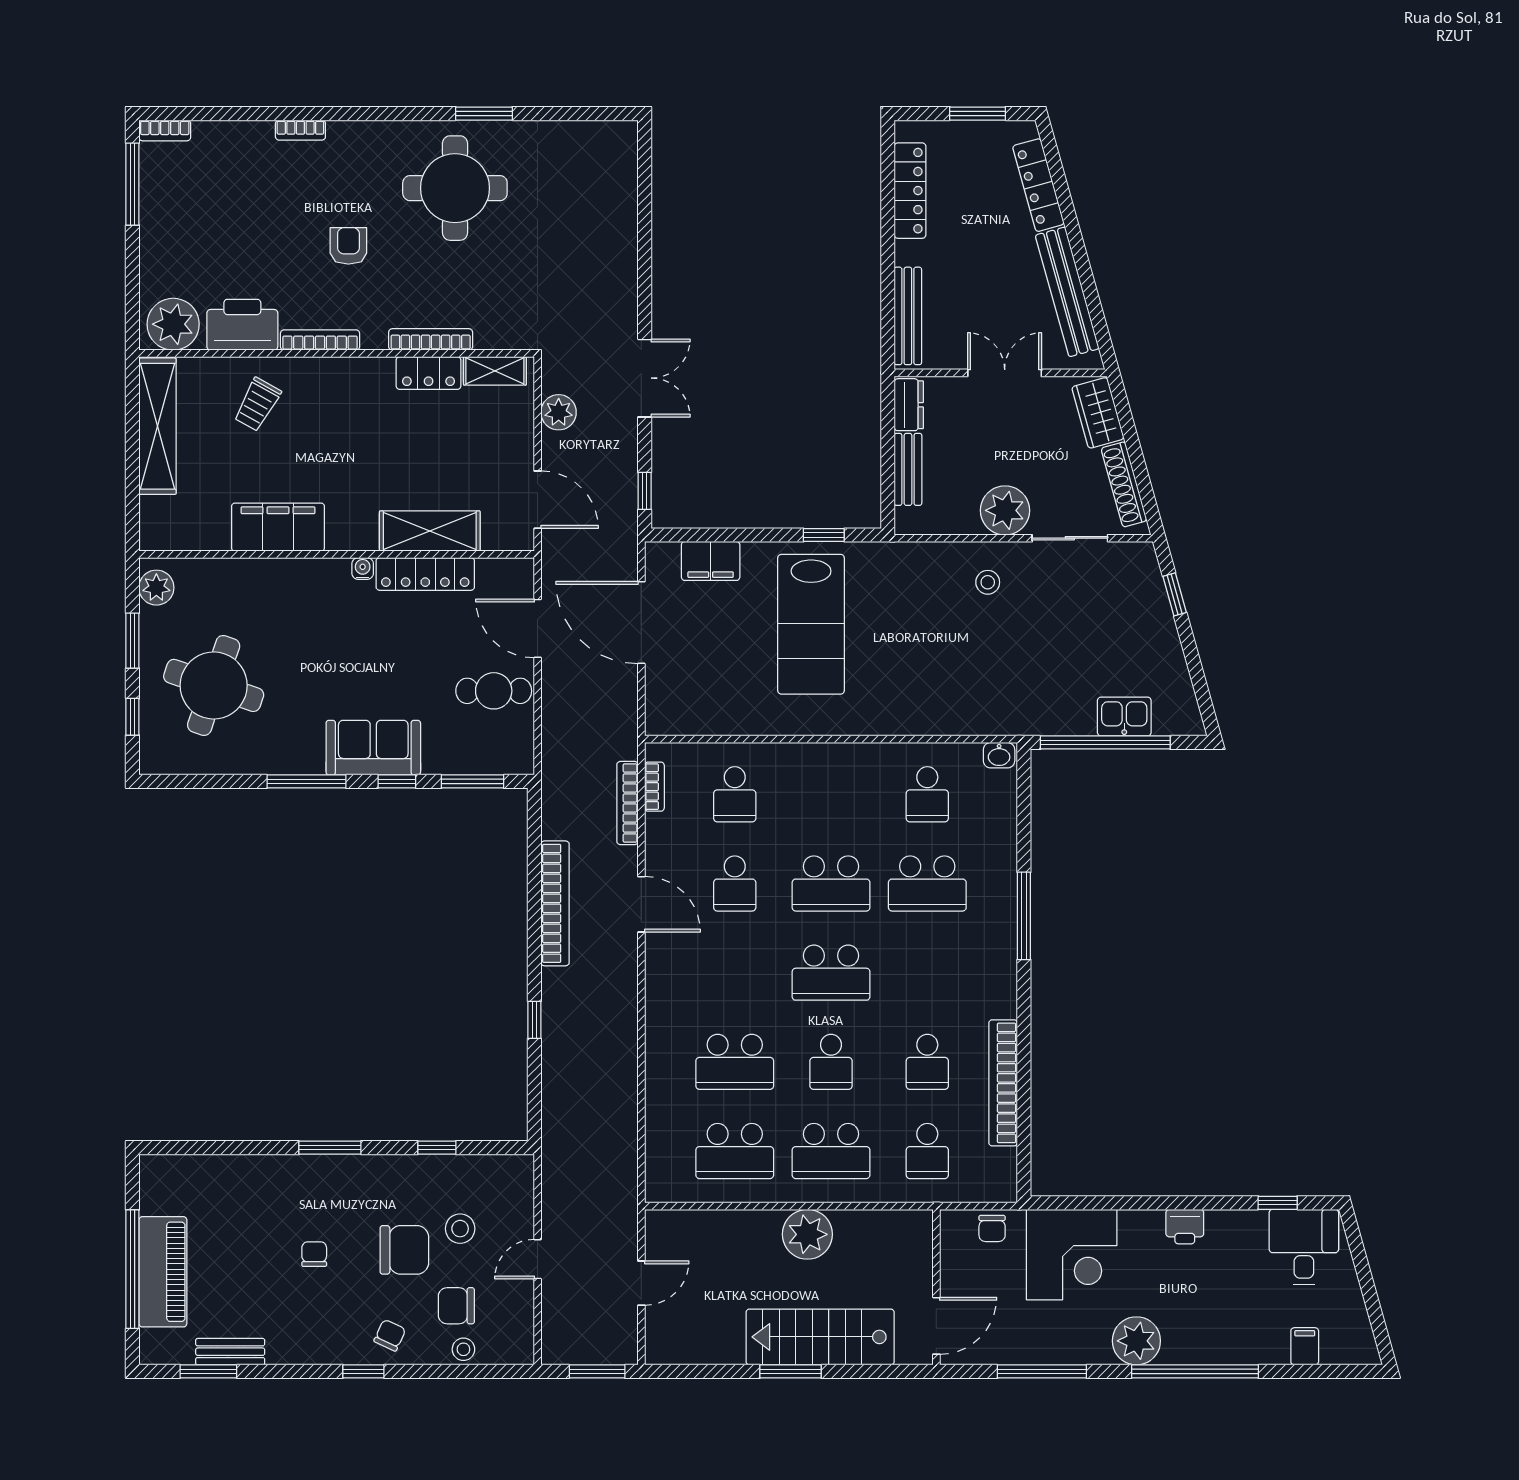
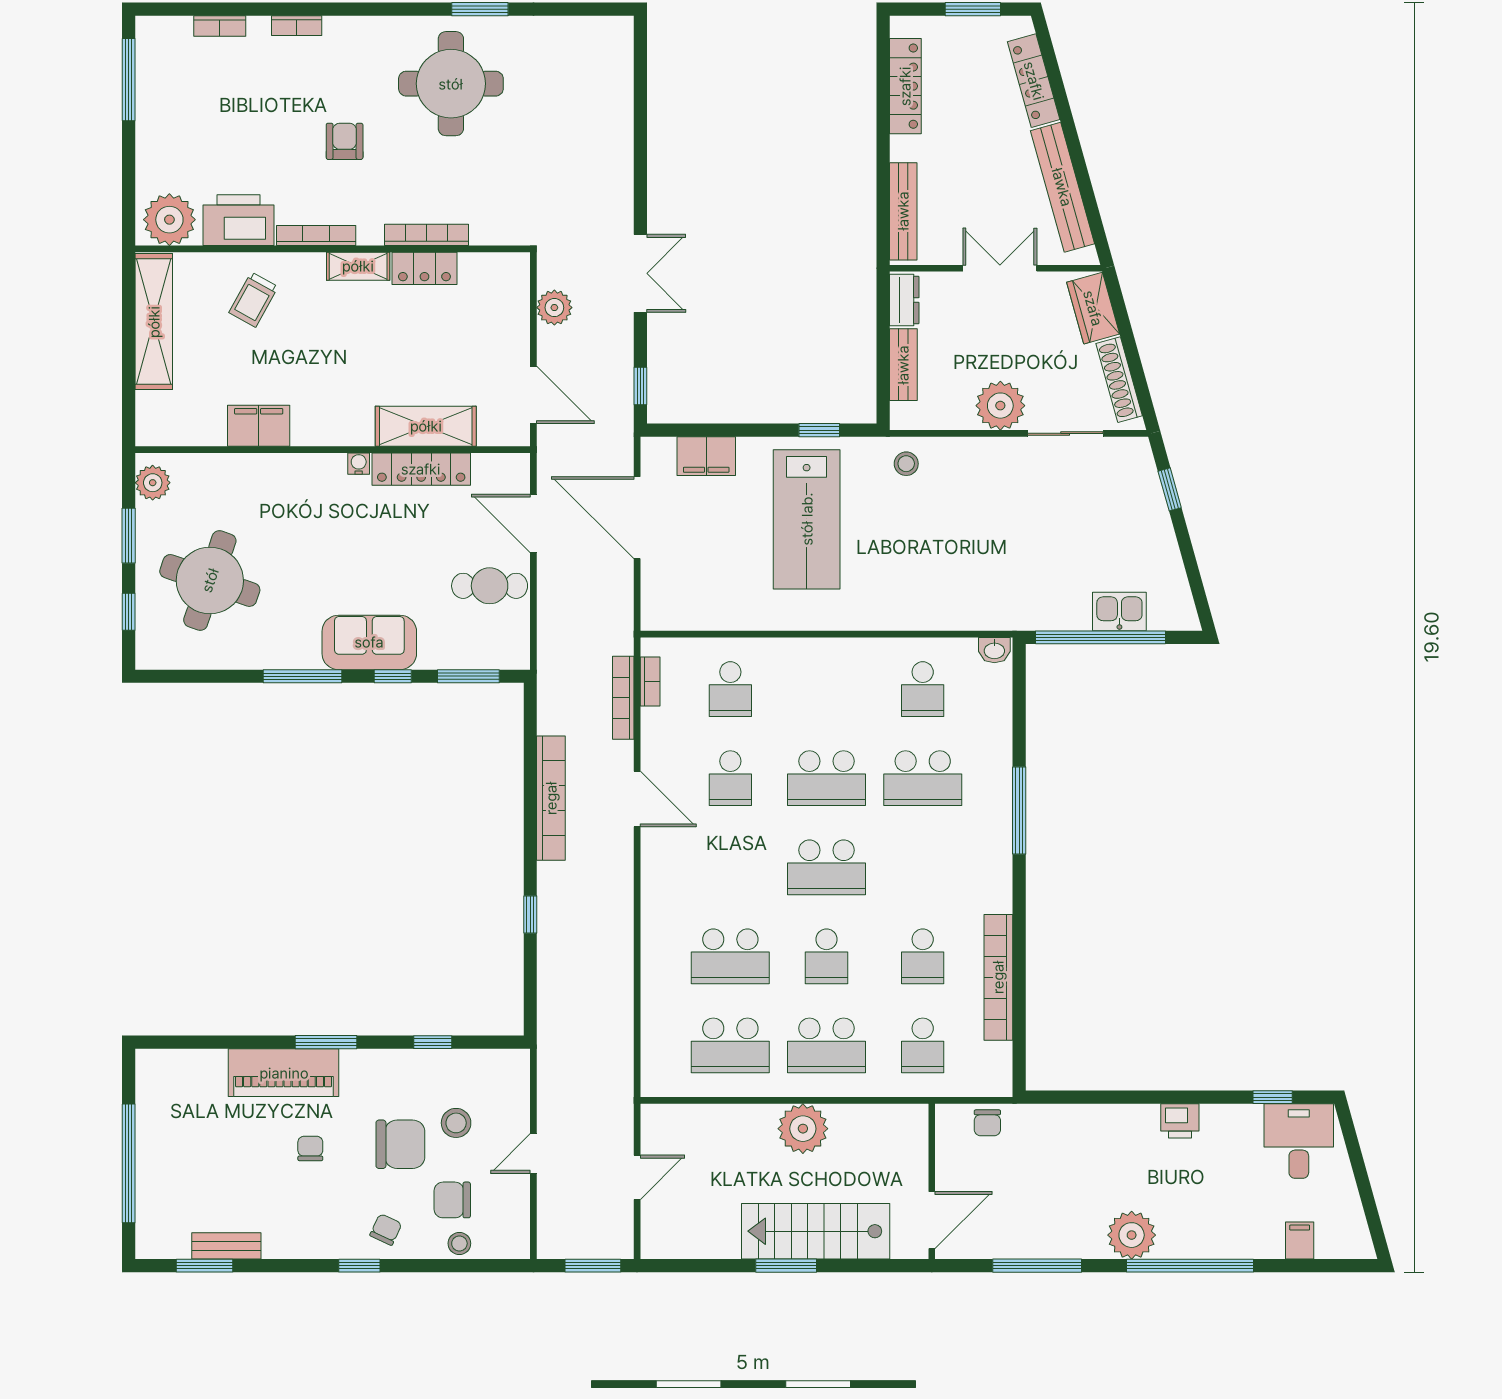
bookcase: (165, 130) -> (220, 26), moved
shelving: (495, 371) -> (358, 266), moved
filing cabinet: (278, 527) -> (259, 426), width x0.67, depth x0.86
stool: (988, 582) -> (906, 464), moved
corner desk: (1072, 1255) -> (1067, 1149), removed
piano: (163, 1272) -> (284, 1073), moved, turned 90

